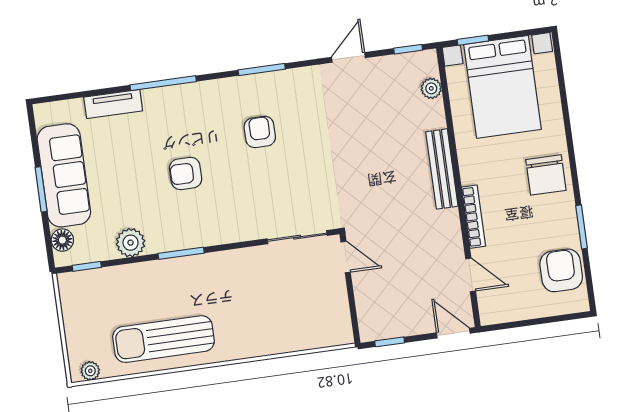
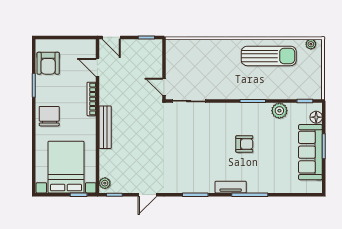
plant: (431, 88) -> (105, 183), moved
tv unit: (113, 104) -> (231, 187), moved
armchair: (260, 132) -> (201, 161), removed

